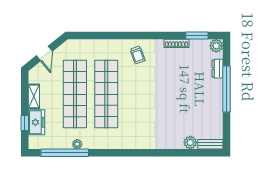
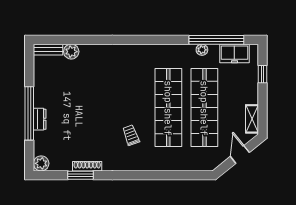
window: (197, 35) -> (81, 175), moved
trolley: (138, 55) -> (131, 135), moved
dresser: (218, 69) -> (40, 119), moved
shelving: (34, 96) -> (252, 119), moved
freezer: (37, 122) -> (234, 53), moved, turned -90

